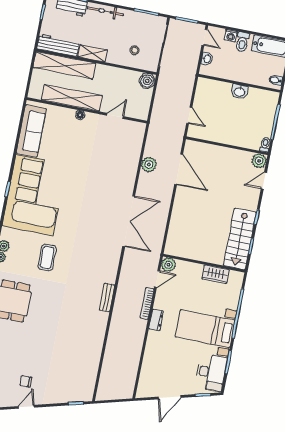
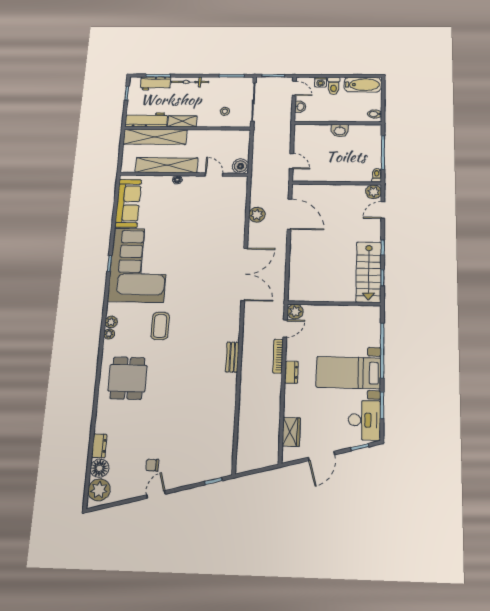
boiler: (147, 81) -> (241, 166), moved
door: (115, 116) -> (214, 174), hinge flipped
wardrobe: (216, 274) -> (291, 432), moved, turned -90

